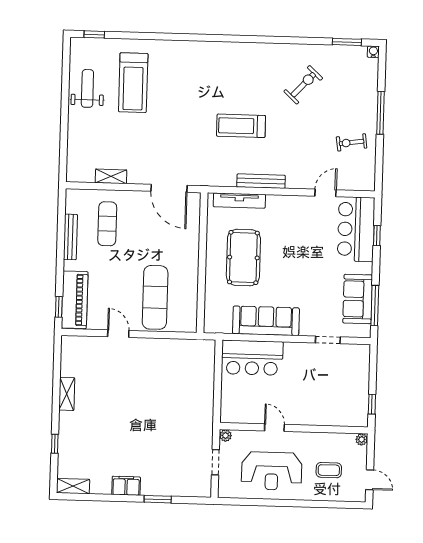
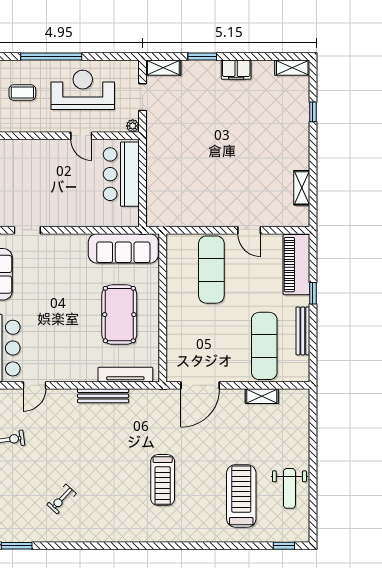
exercise bike: (303, 85) -> (61, 499), width x0.73, depth x0.72
treadmill: (241, 126) -> (163, 480), moved, turned 90
door: (169, 188) -> (200, 385), swing flipped
exercise mat: (107, 224) -> (264, 346), width x1.36, depth x1.45
window: (59, 307) -> (313, 293), moved
sofa: (266, 321) -> (123, 248), moved
bar counter: (252, 358) -> (121, 174), moved, turned -90
shelving: (67, 394) -> (302, 188), moved
shelving: (195, 490) -> (163, 68), added
window: (301, 503) -> (51, 56), added

